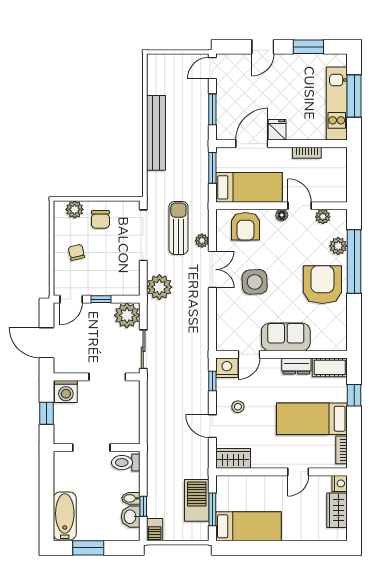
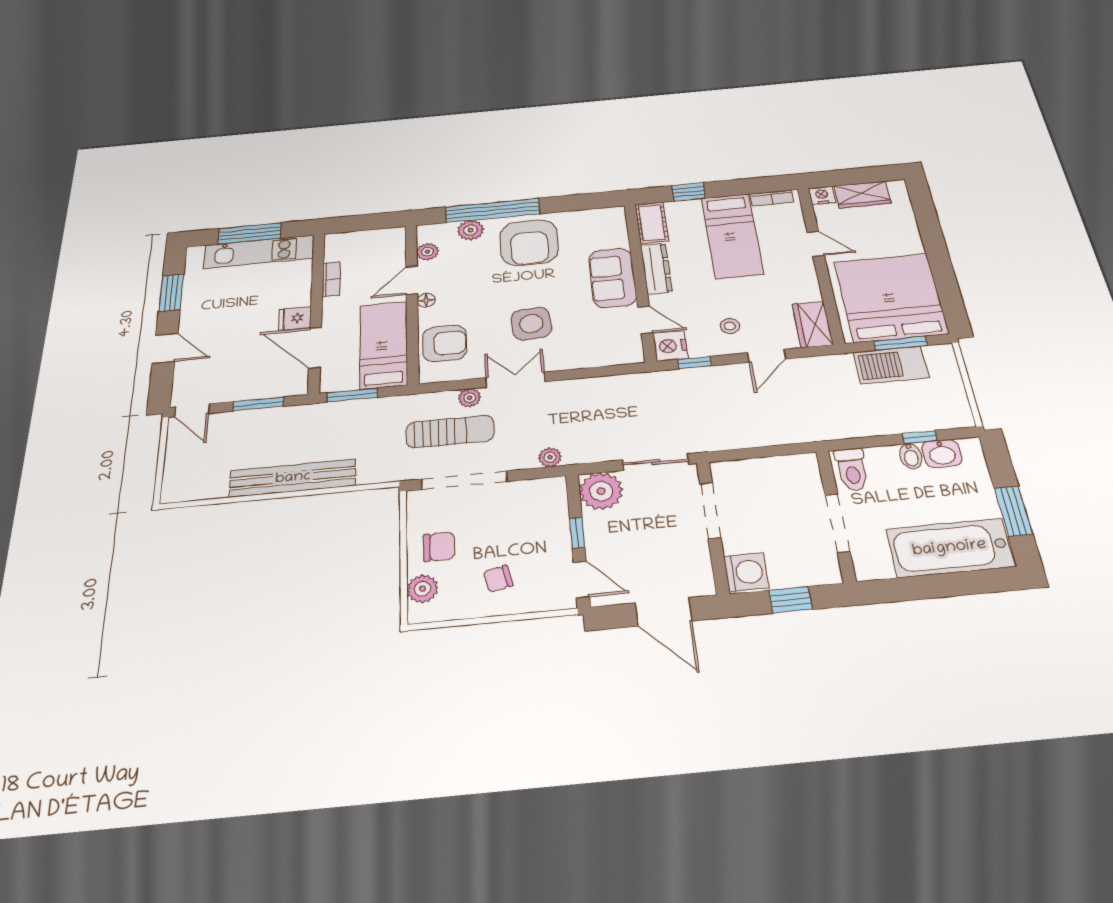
sun lounger: (178, 228) -> (450, 432), turned 180
armchair: (322, 285) -> (529, 243), turned -90
plant: (159, 287) -> (550, 457), width x0.53, depth x0.53
door: (46, 343) -> (664, 612), hinge flipped
dresser: (296, 366) -> (656, 268), width x1.44
bathtub: (65, 516) -> (950, 548), width x1.36, depth x1.36
bed: (248, 526) -> (891, 297), width x2.04
barbecue: (155, 530) -> (954, 417), removed

